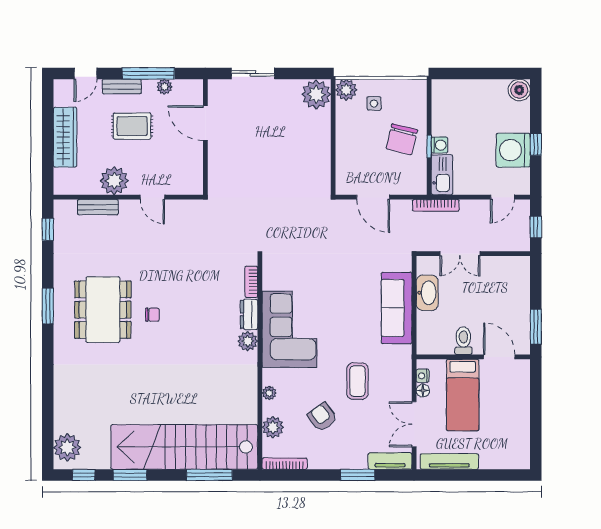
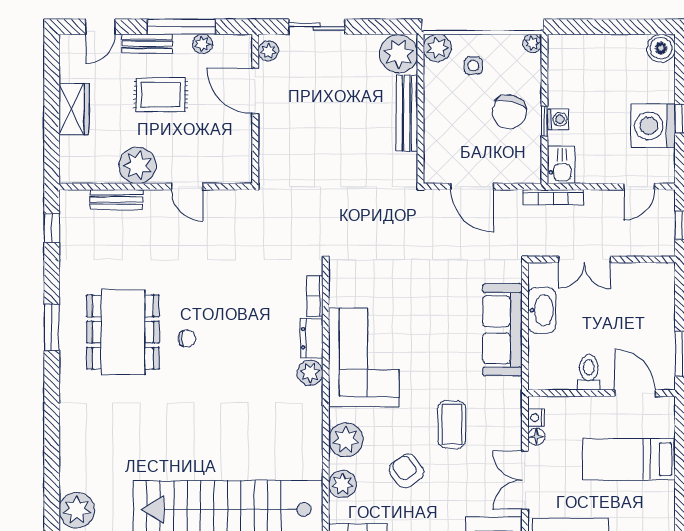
plant: (420, 86) -> (532, 43), added
plant: (215, 92) -> (268, 51), added
wardrobe: (65, 137) -> (74, 109), width x0.67
bench: (323, 140) -> (407, 113), added
kitchen sink: (442, 175) -> (561, 165), width x0.73
plant: (269, 393) -> (346, 440), width x1.88, depth x1.88
bed: (463, 395) -> (629, 459), moved, turned 90

